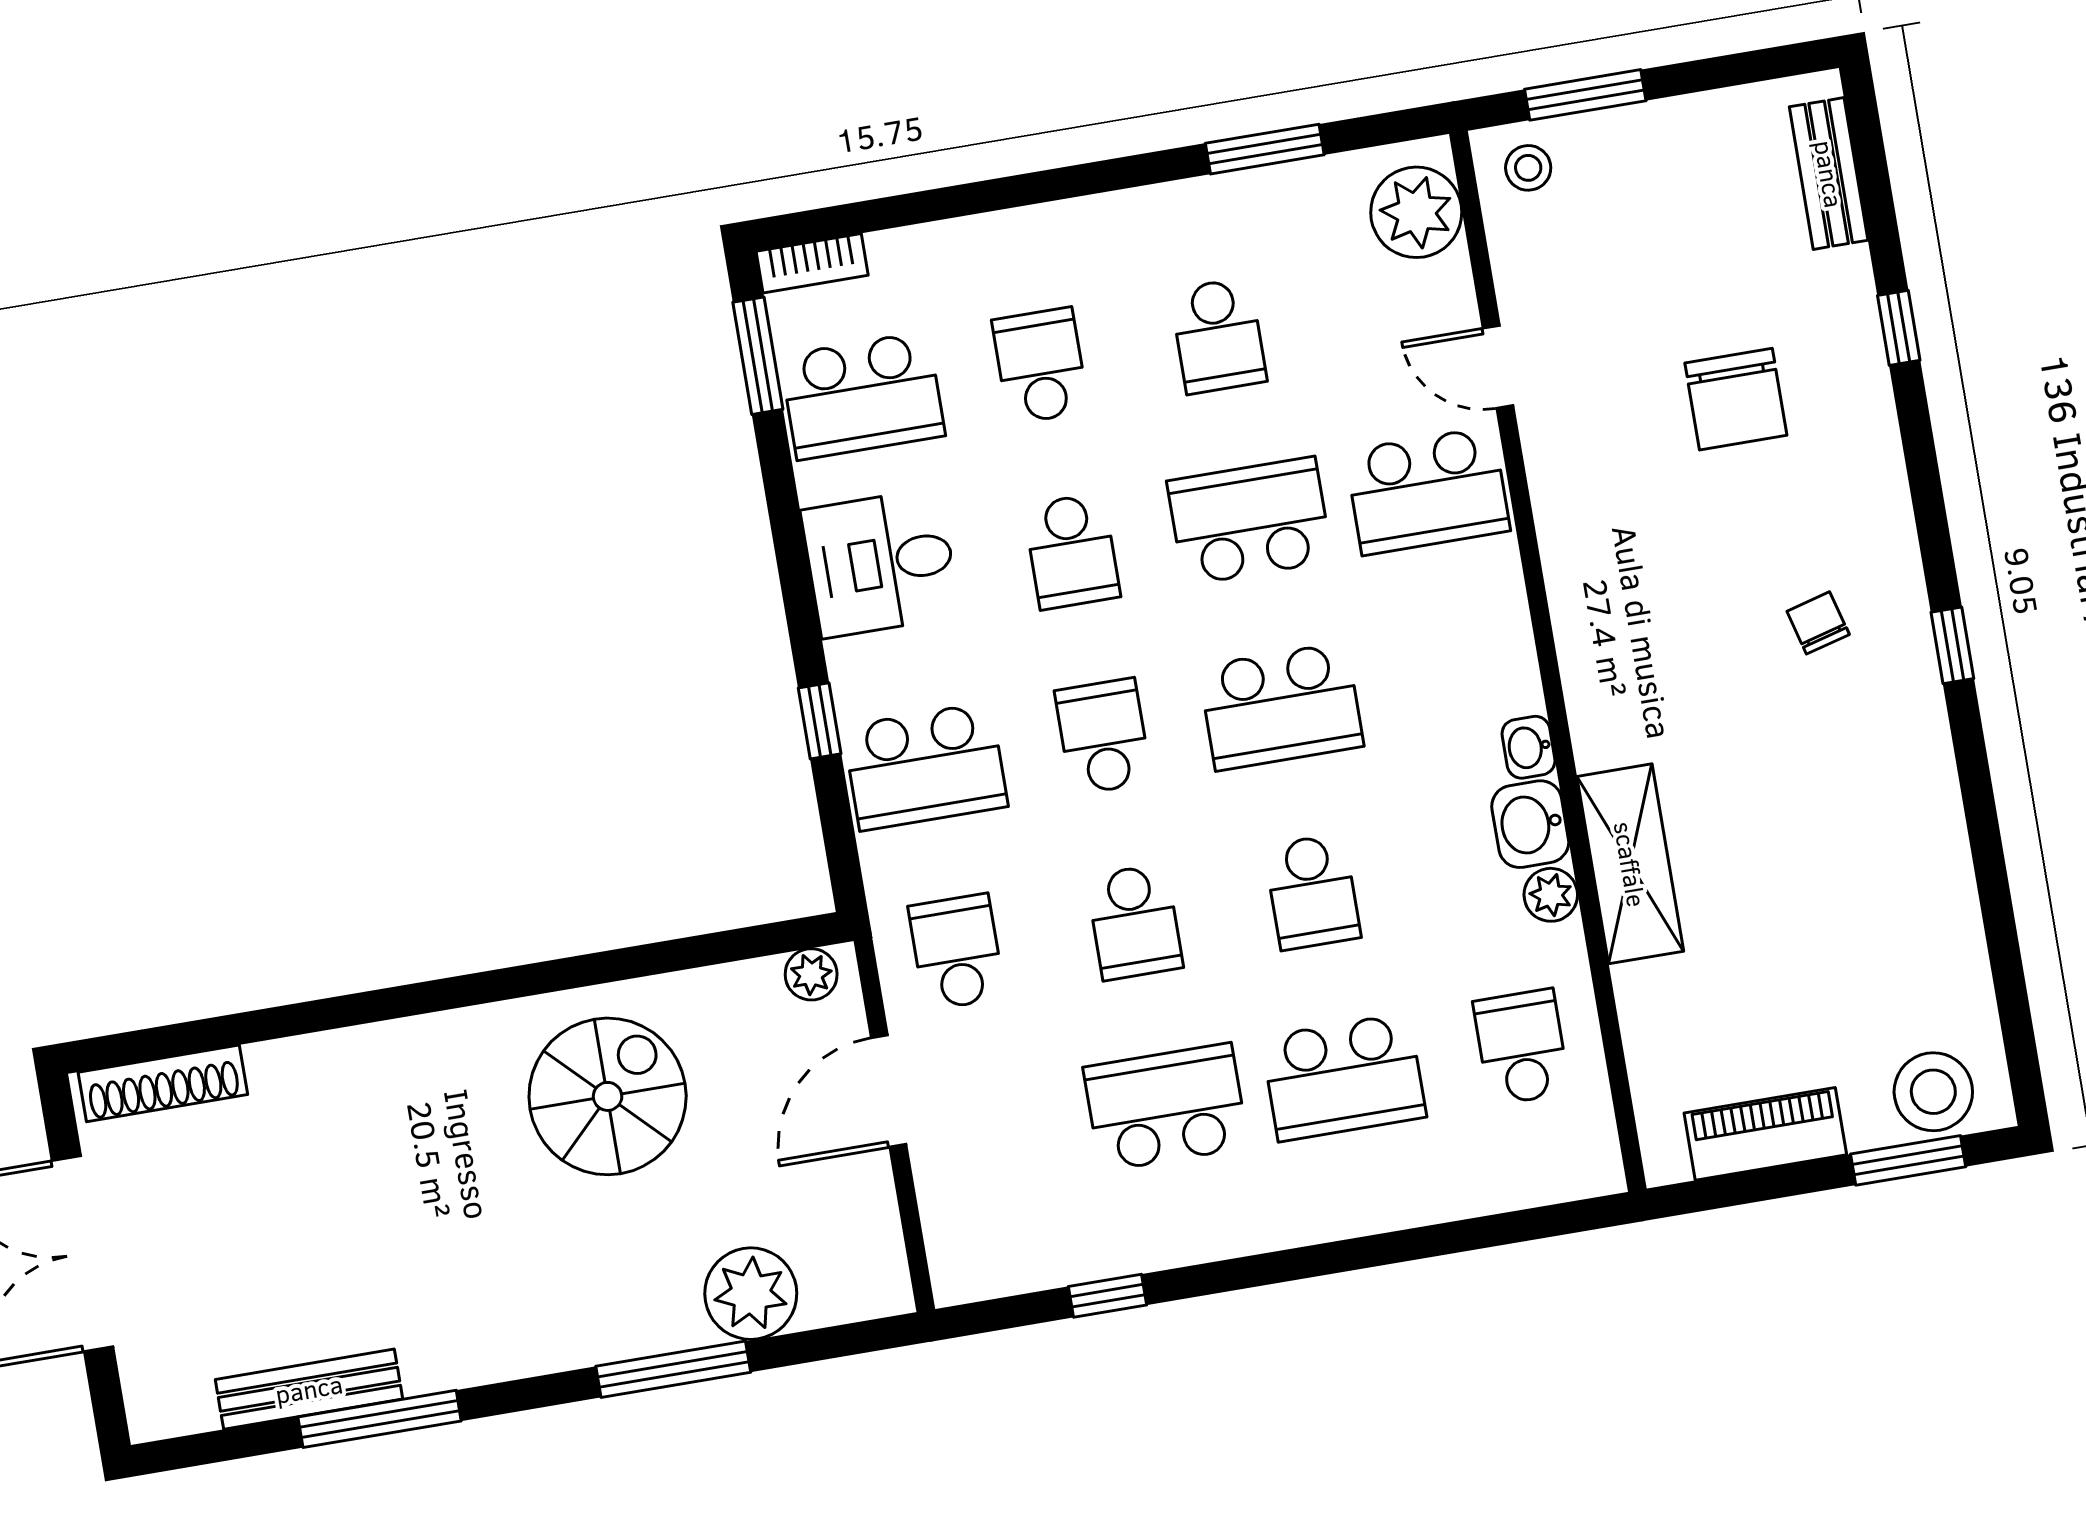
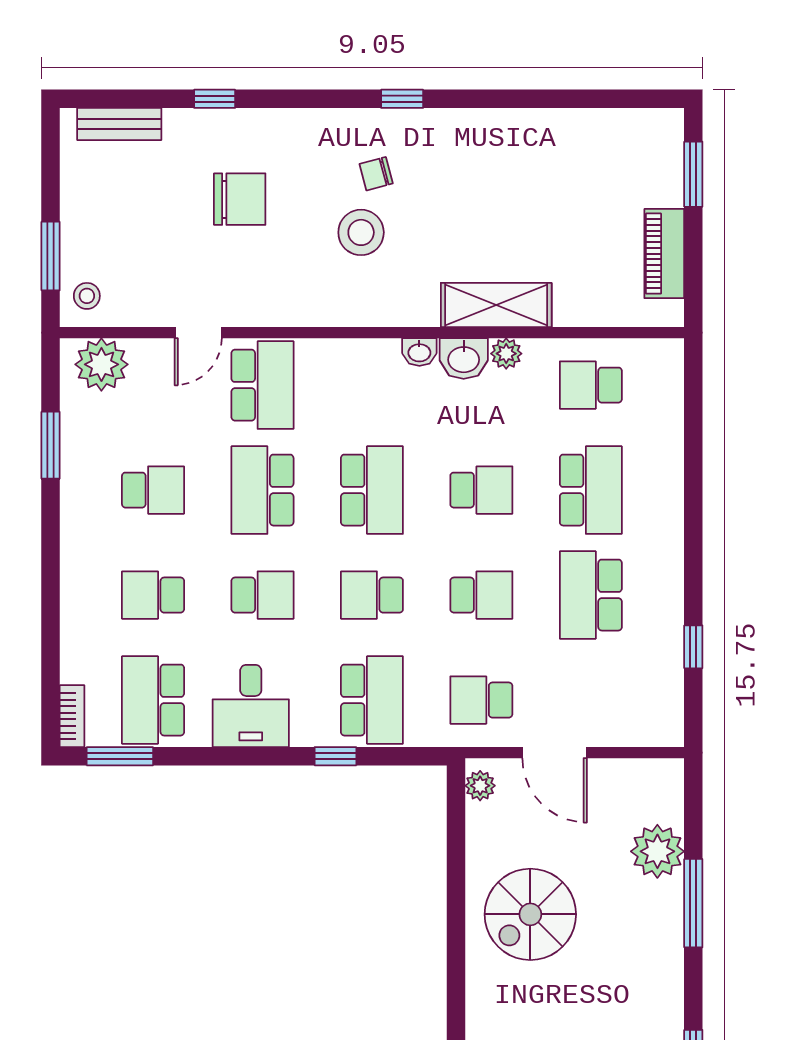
school desk: (863, 396) -> (153, 700), turned 180
stool: (1933, 1092) -> (361, 232), moved
spiral stairs: (608, 1096) -> (530, 914), turned -90

